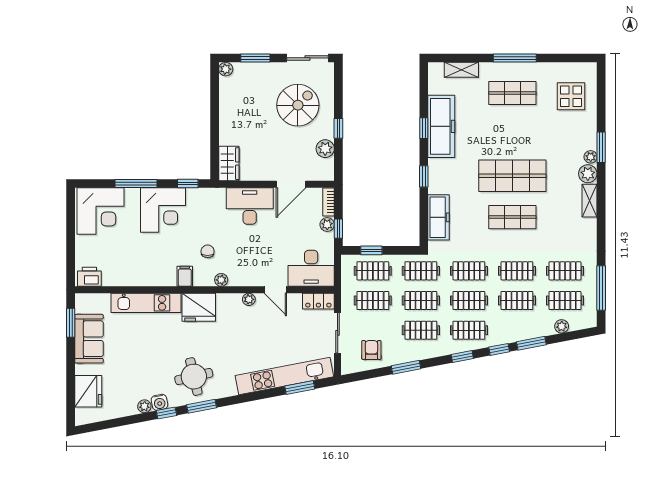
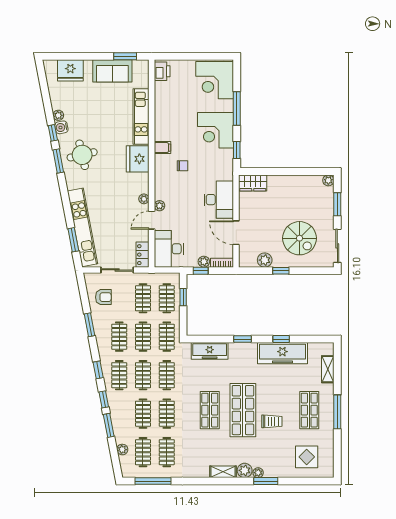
trolley: (527, 140) -> (272, 421), added
plant: (221, 280) -> (159, 206), moved

